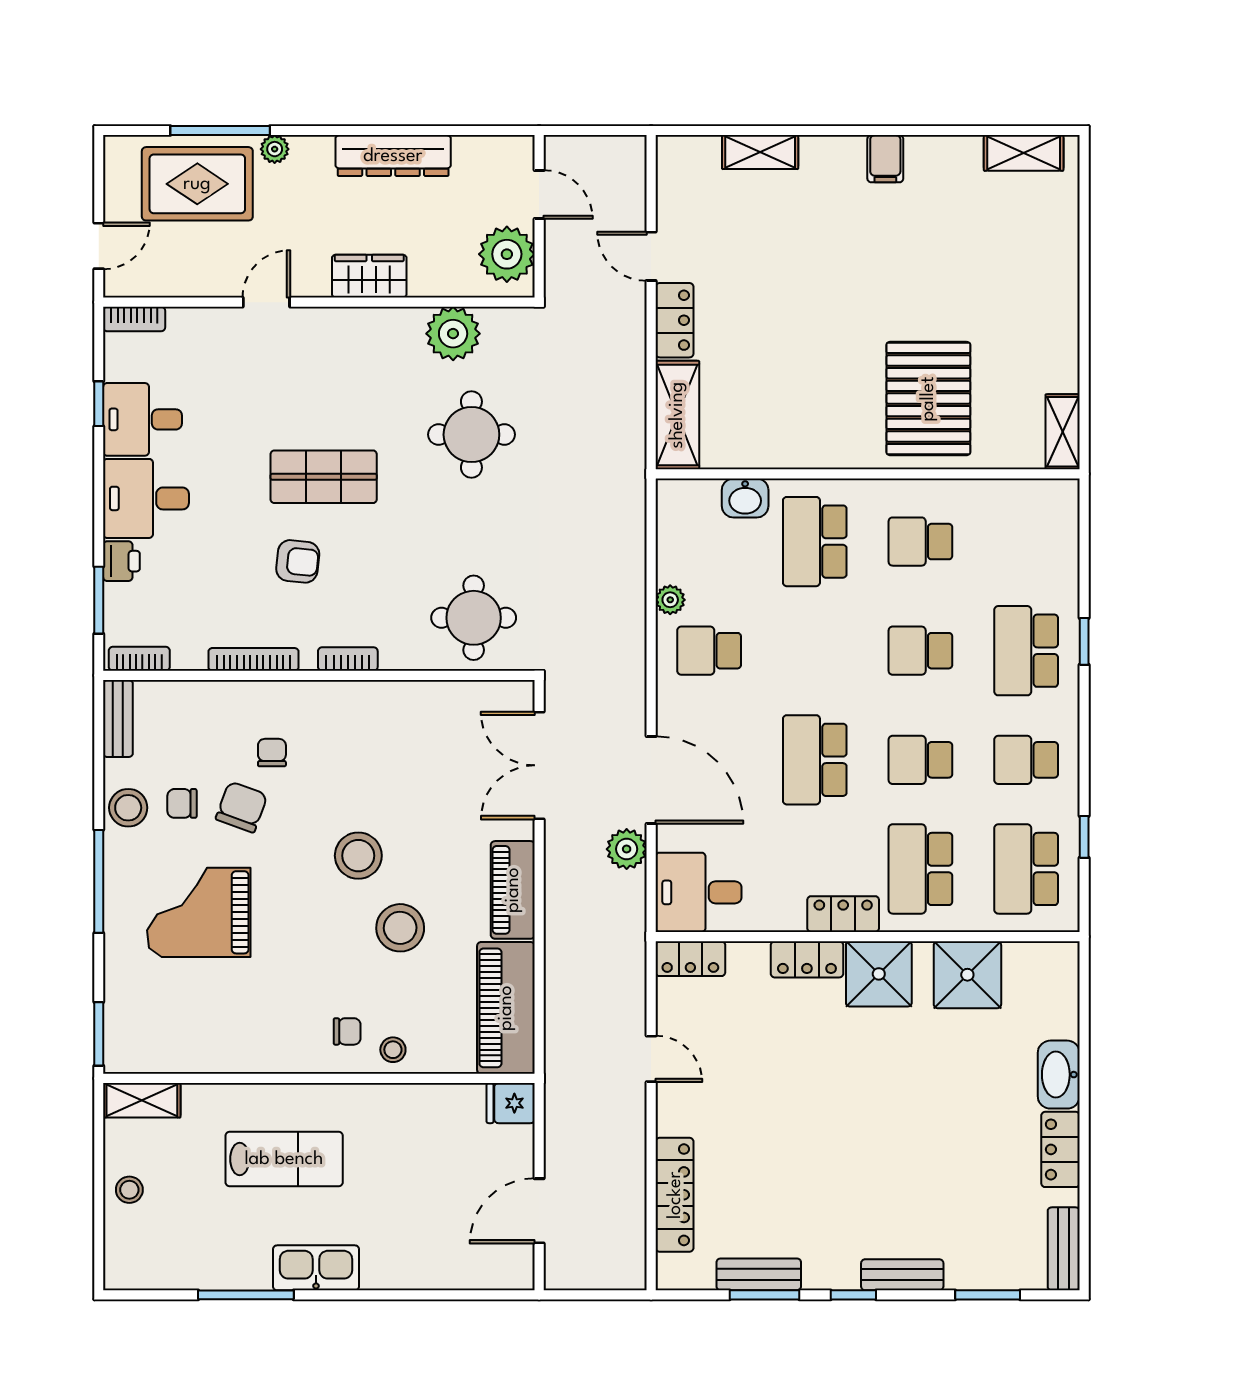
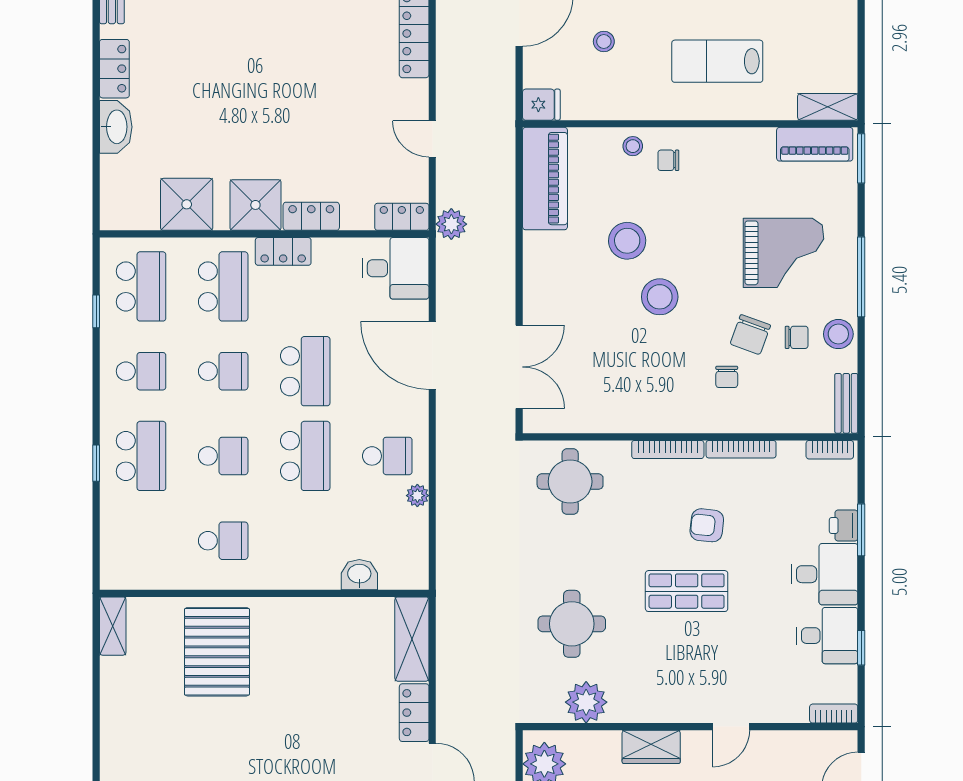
school desk: (815, 542) -> (305, 456), moved
window: (99, 600) -> (861, 530), moved
bookcase: (348, 659) -> (668, 449), width x1.56
plant: (627, 849) -> (451, 224), moved
piano: (513, 890) -> (815, 144), moved, turned 90
stool: (129, 1190) -> (604, 42), moved

